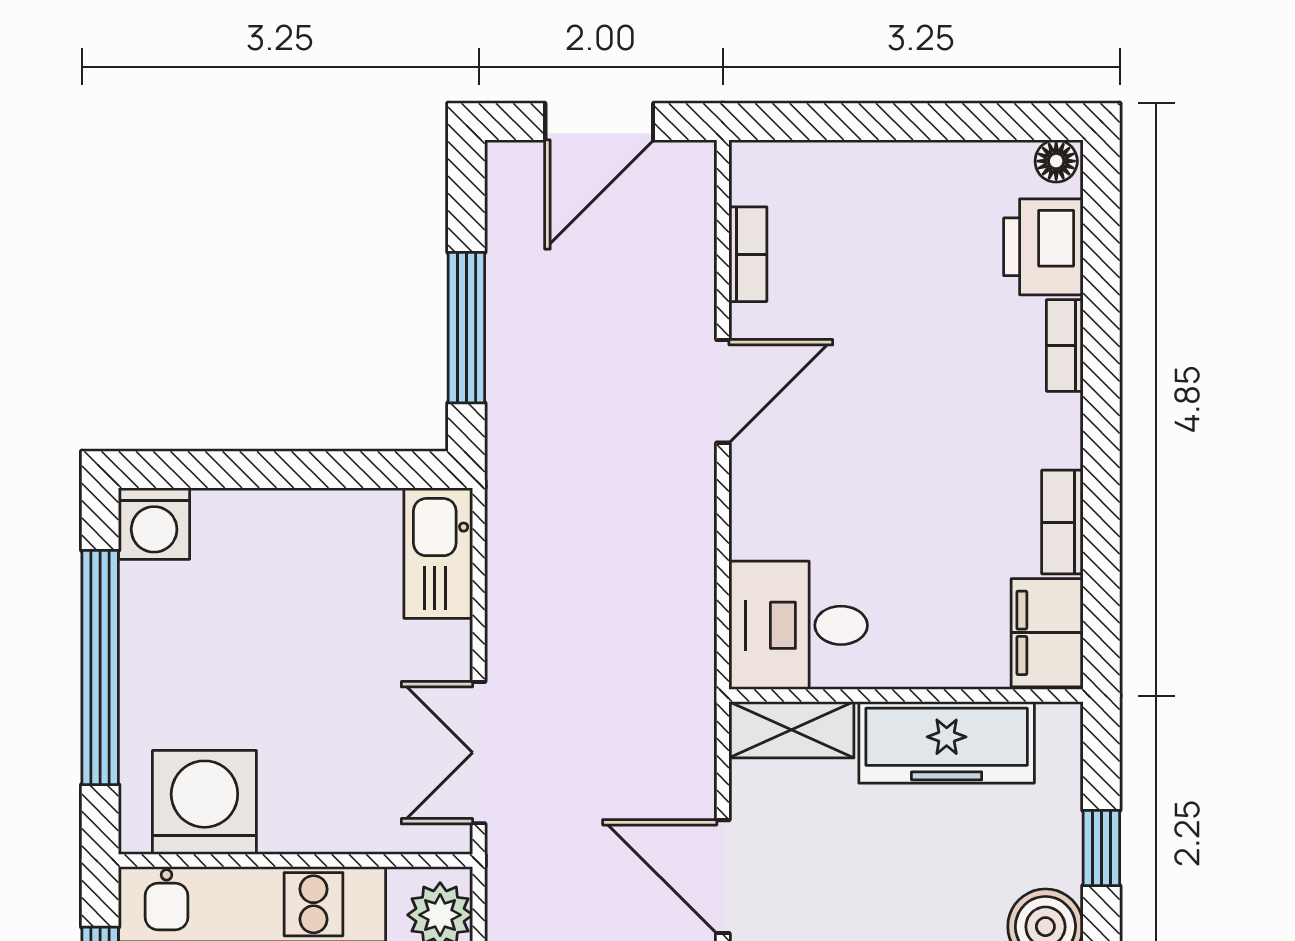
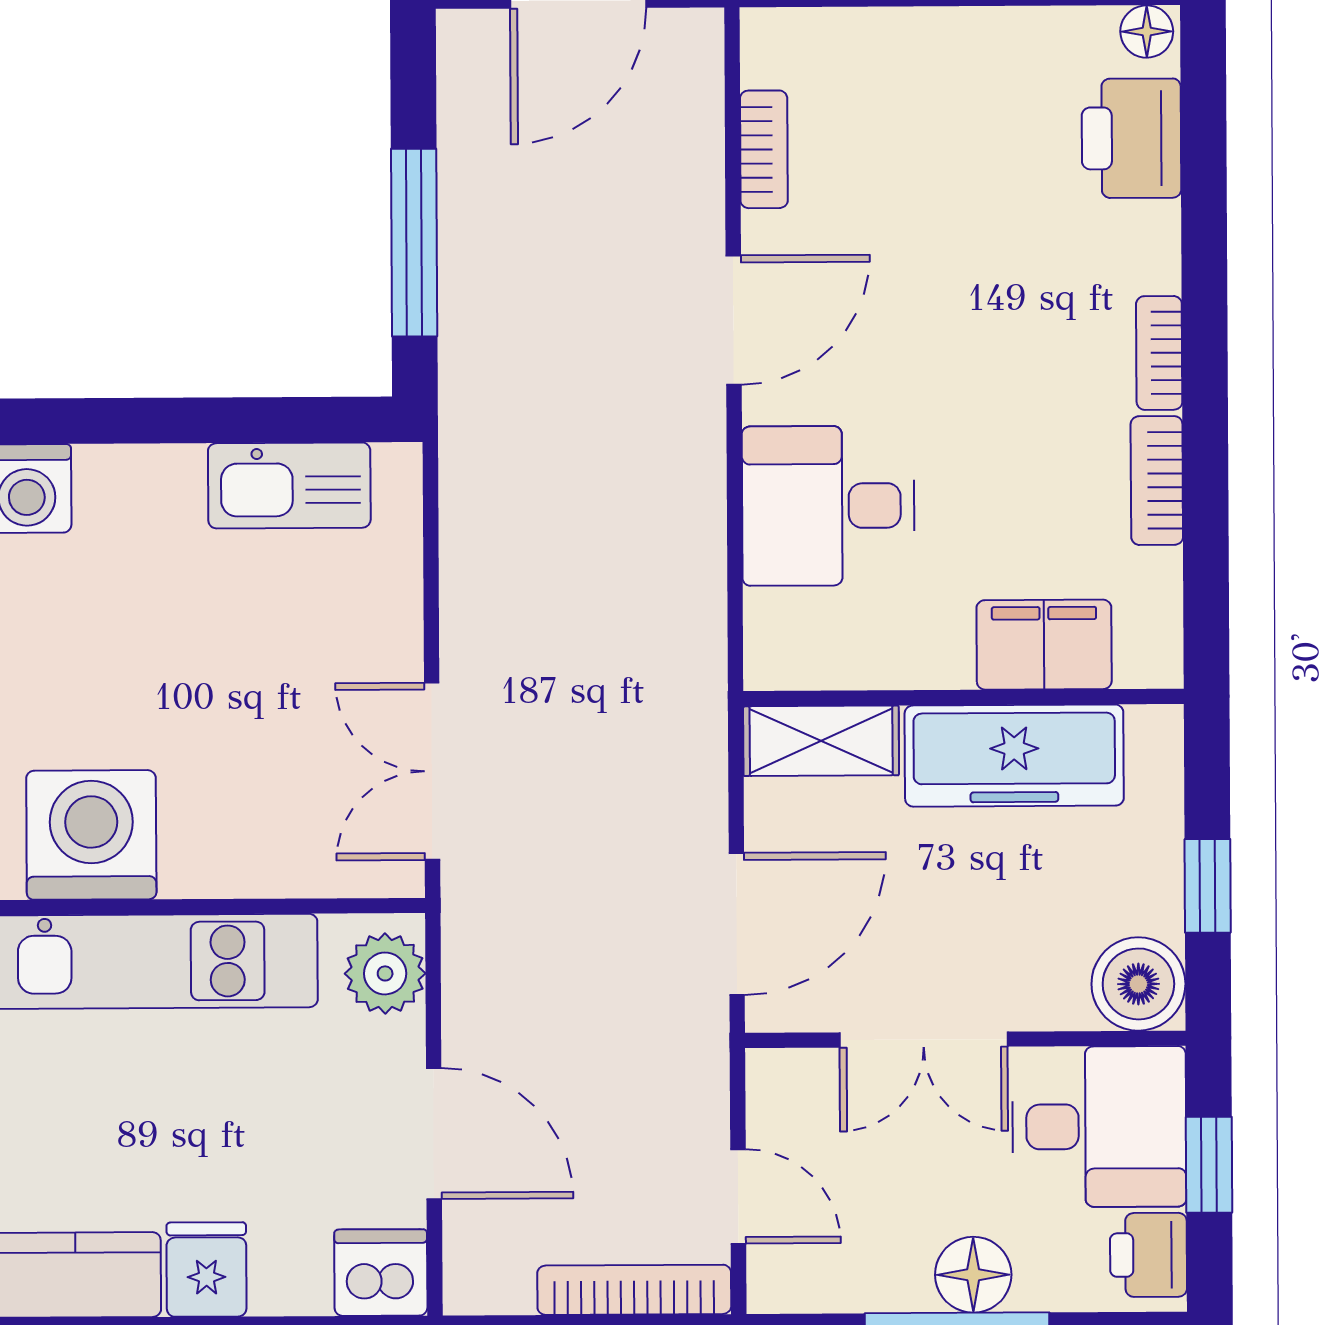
bookcase: (1065, 346) -> (1159, 353), moved
kitchen sink: (438, 553) -> (289, 485), moved, turned -90
desk: (798, 625) -> (828, 506), moved
filing cabinet: (1047, 633) -> (1044, 645), moved, turned 90
door: (723, 877) -> (737, 924), swing flipped

